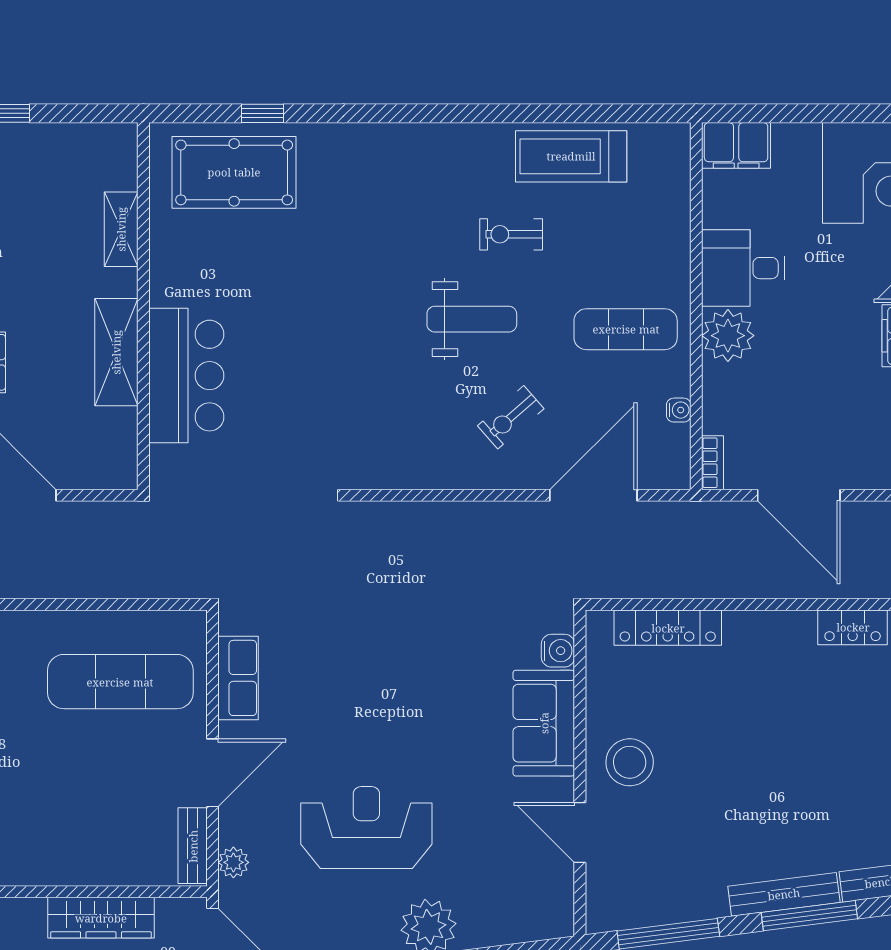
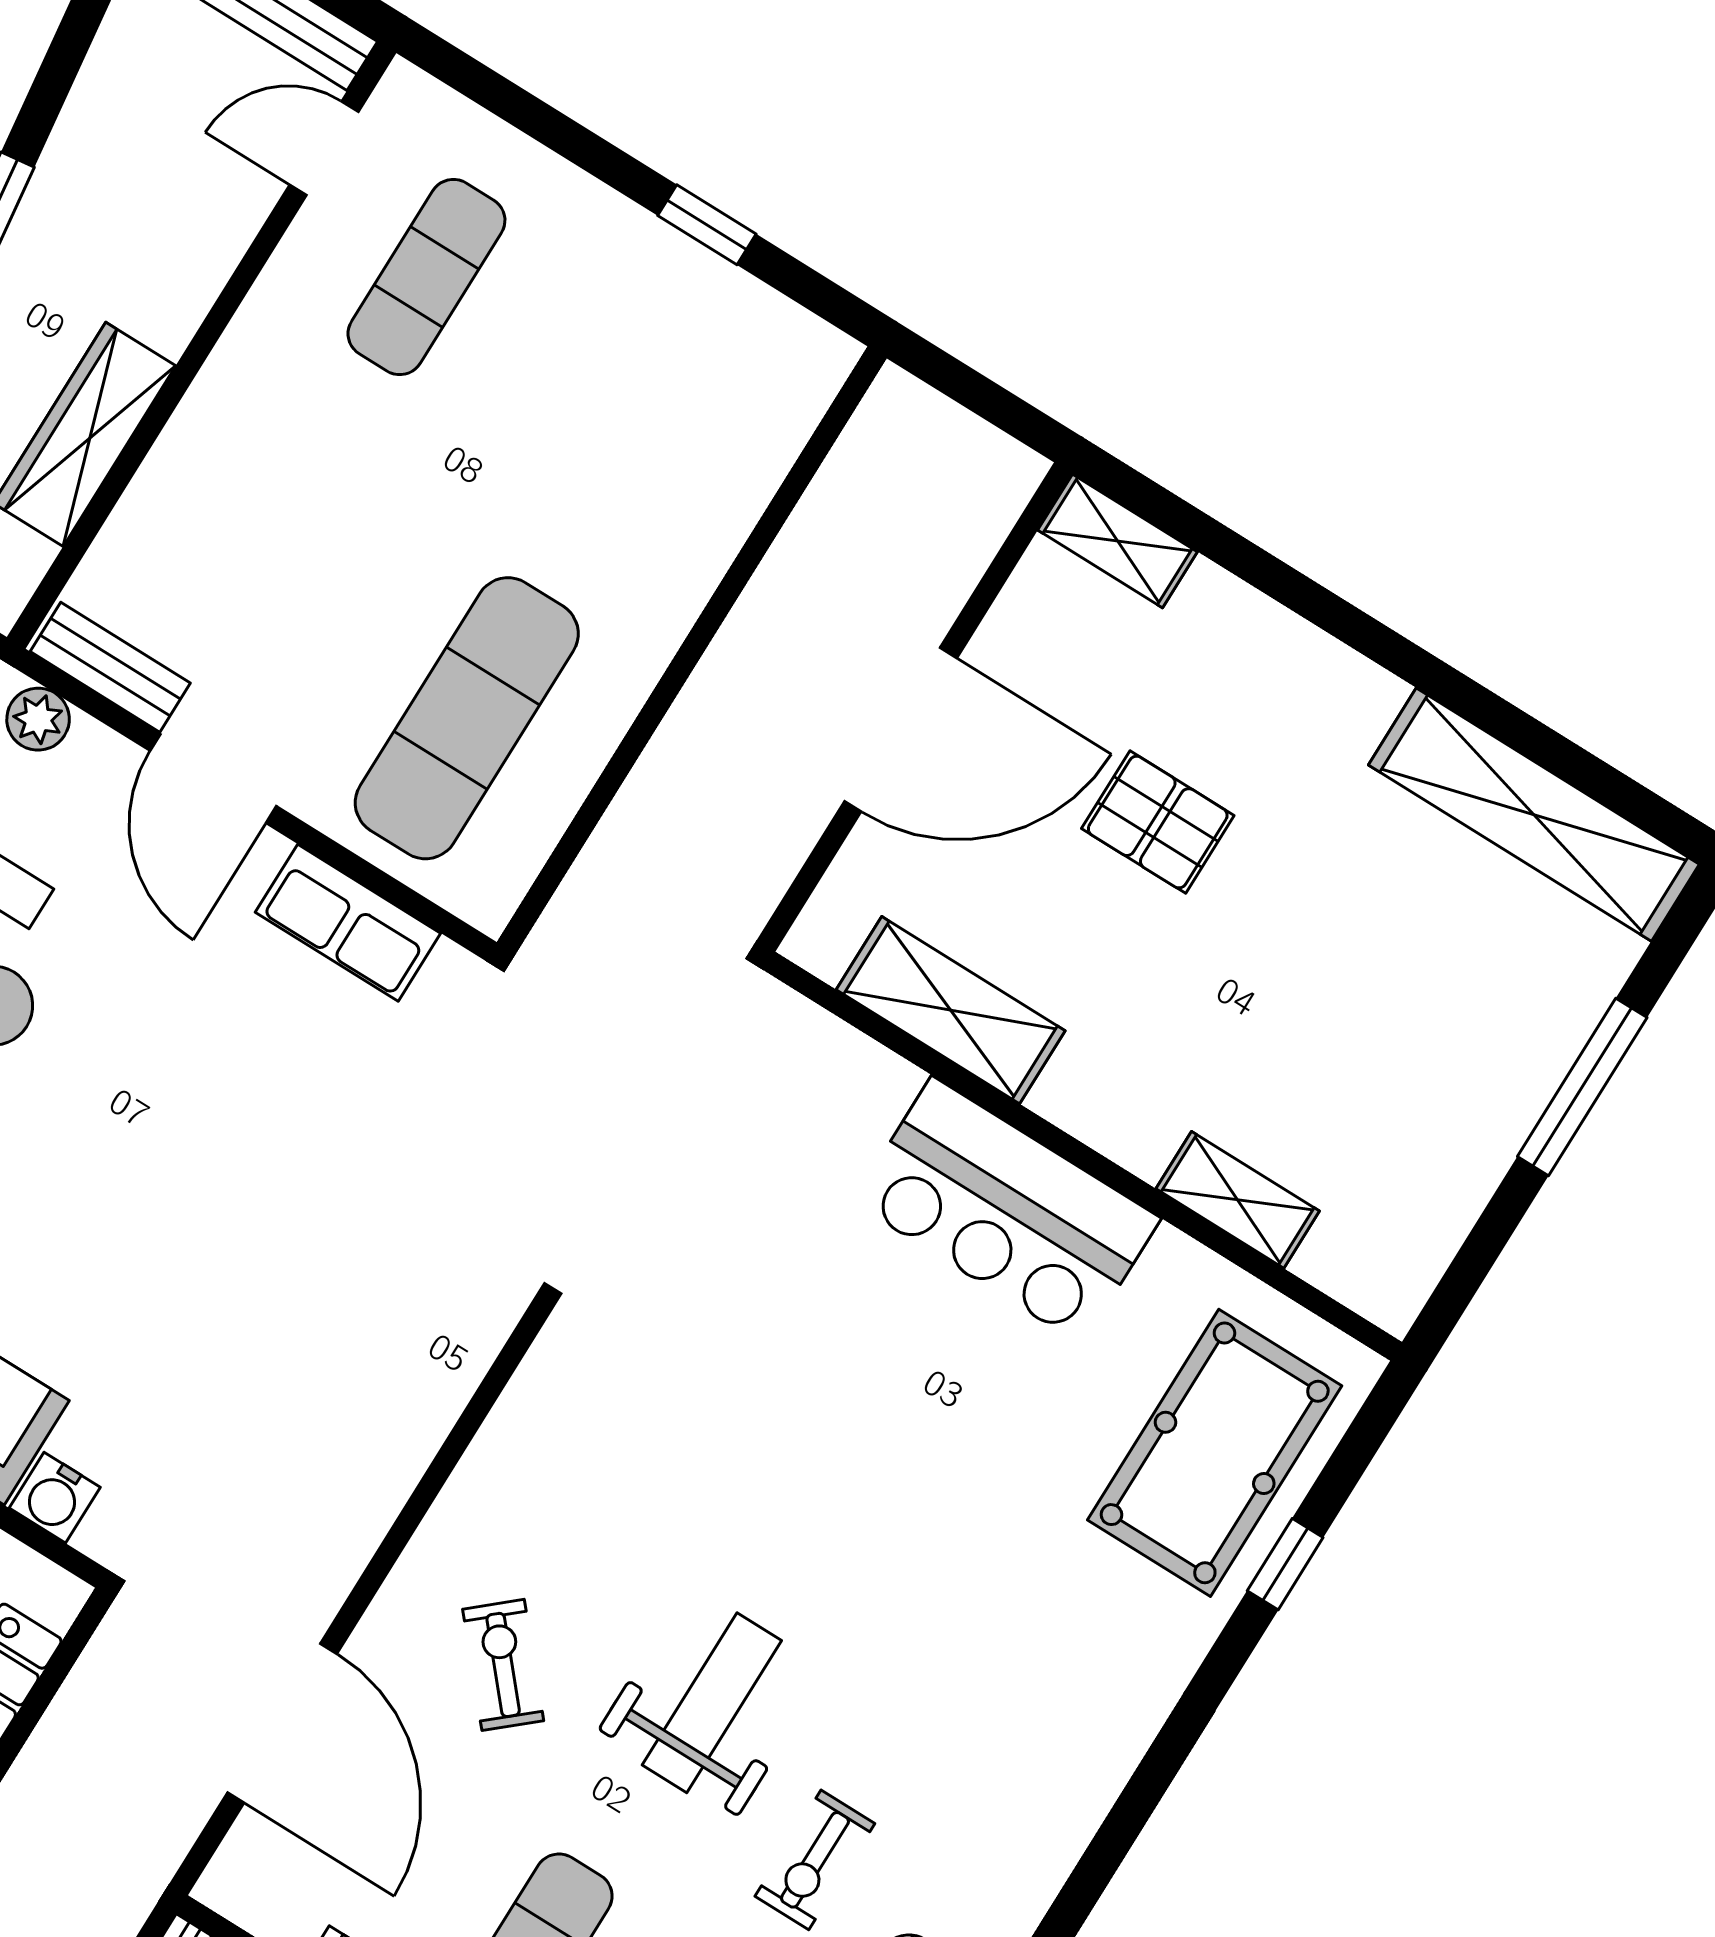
exercise bike: (511, 234) -> (815, 1860), turned 180
weight bench: (472, 319) -> (712, 1703), turned 180
shelving: (116, 352) -> (951, 1010), moved
bar counter: (186, 376) -> (1007, 1210), moved

